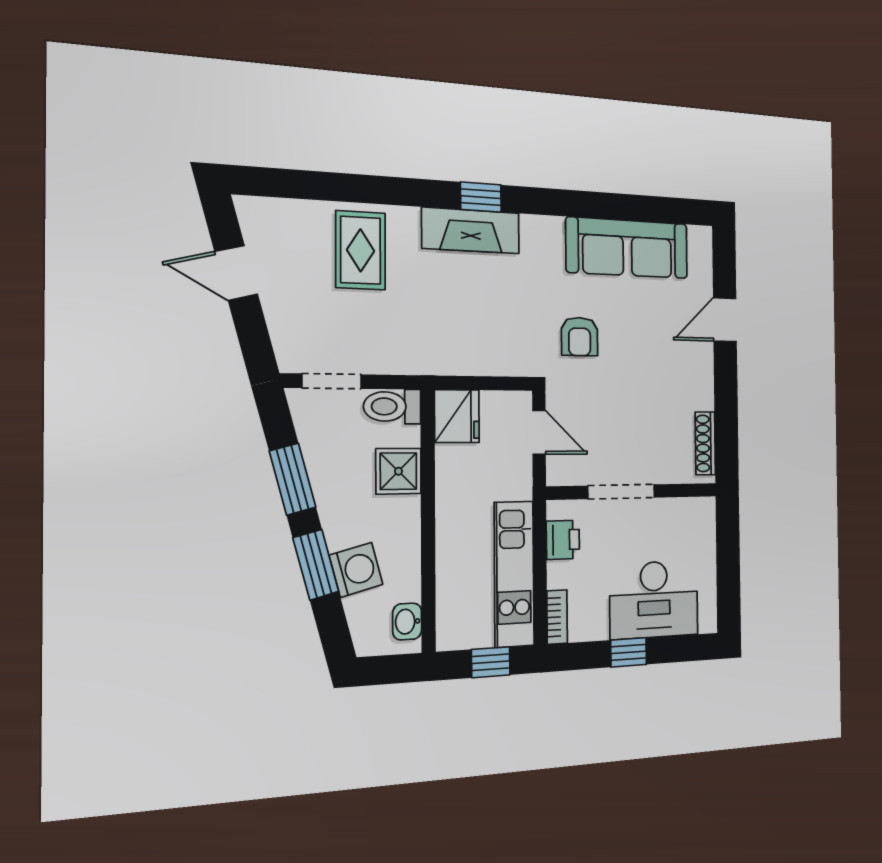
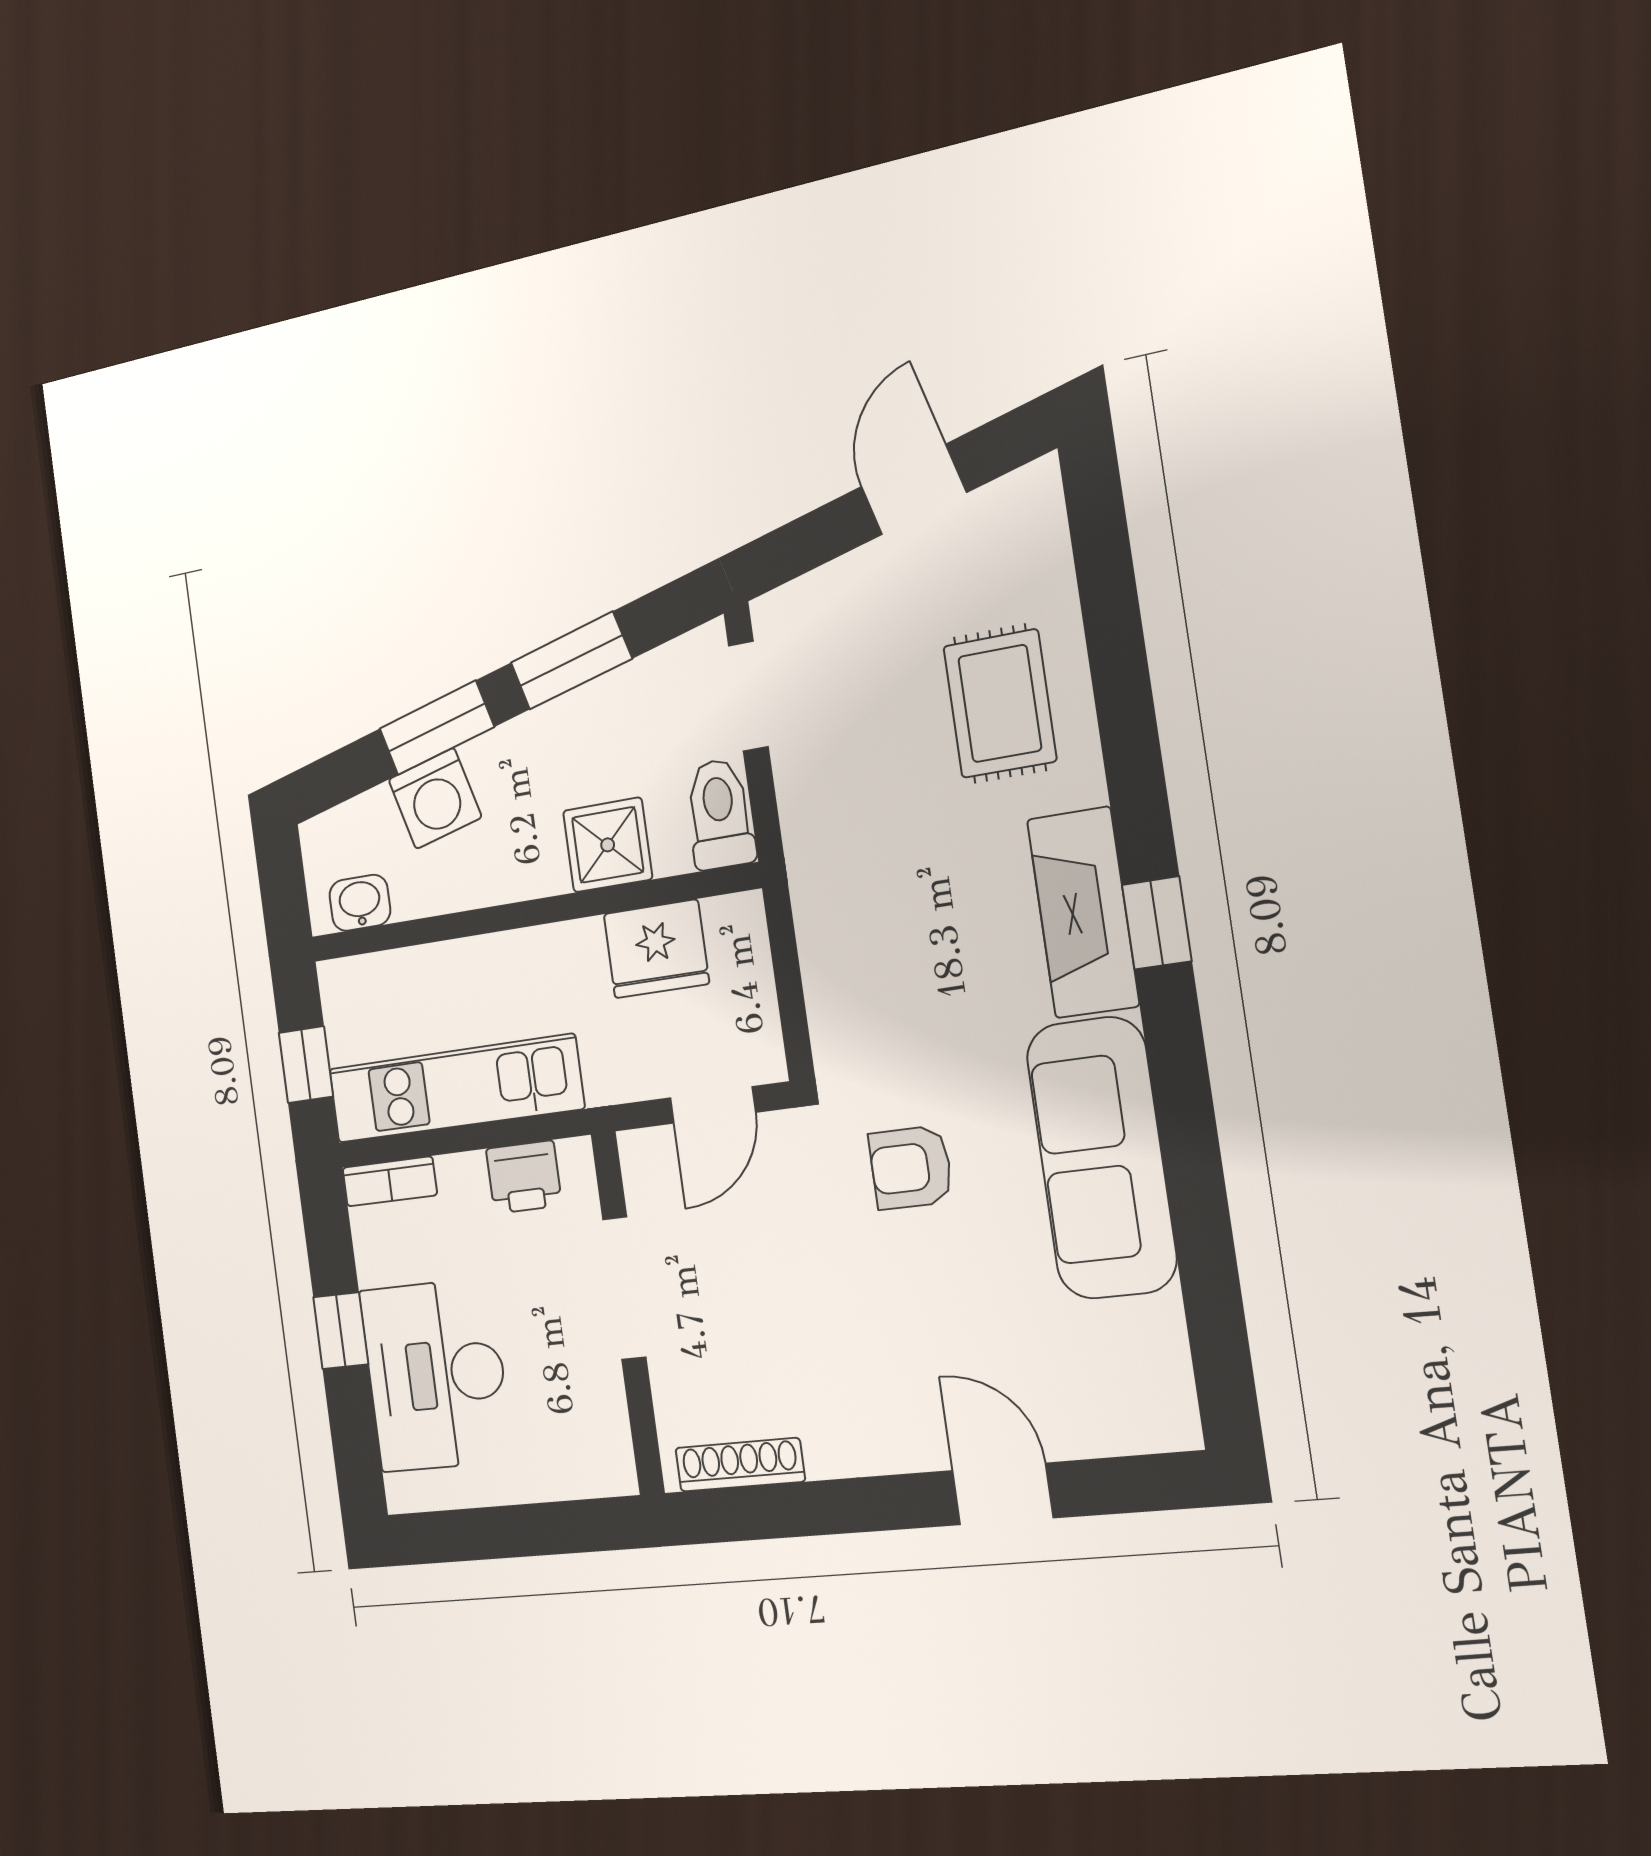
sofa: (627, 248) -> (1101, 1158), moved
rug: (361, 250) -> (1000, 704), turned 90
fridge: (457, 416) -> (656, 949), moved

